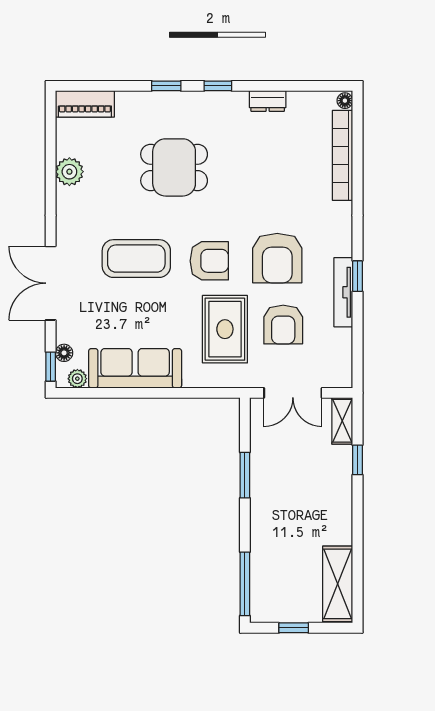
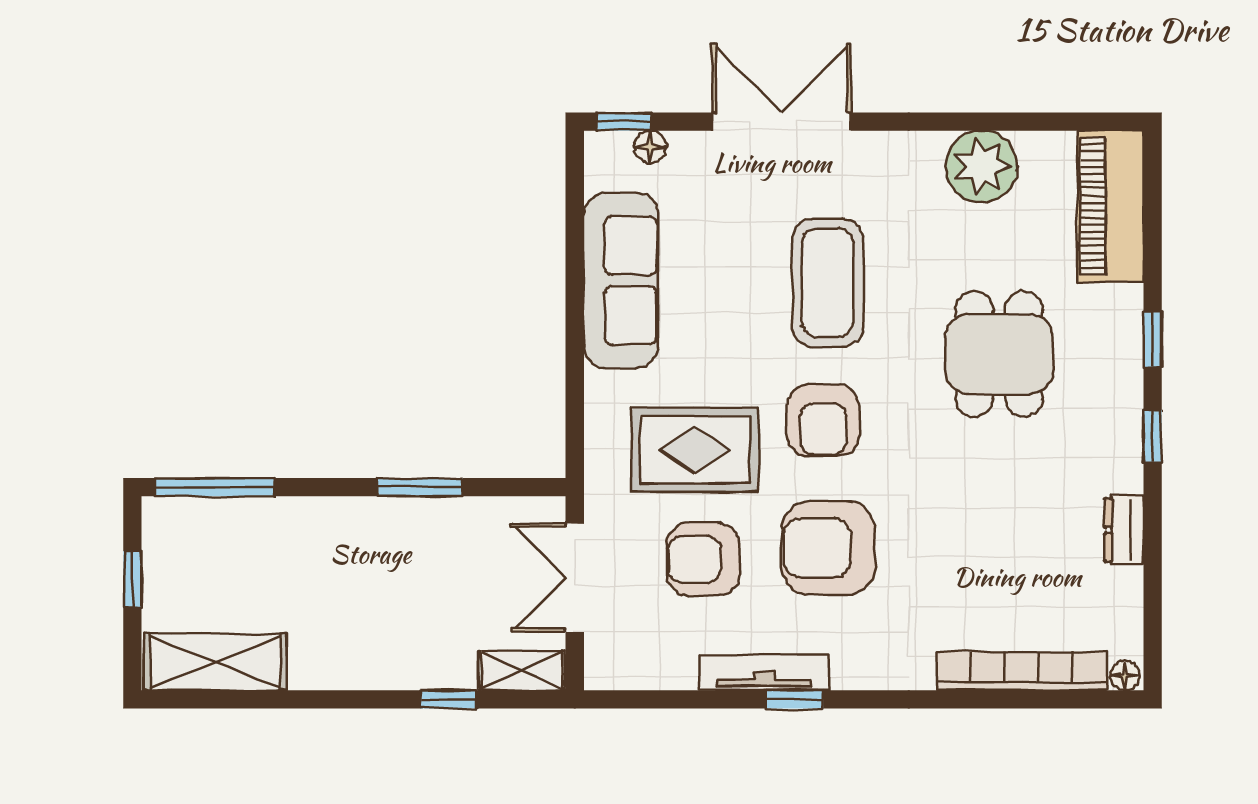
piano: (85, 104) -> (1111, 206), width x1.37, depth x1.33
plant: (69, 172) -> (981, 166), width x1.36, depth x1.36
plant: (77, 379) -> (601, 172), removed

